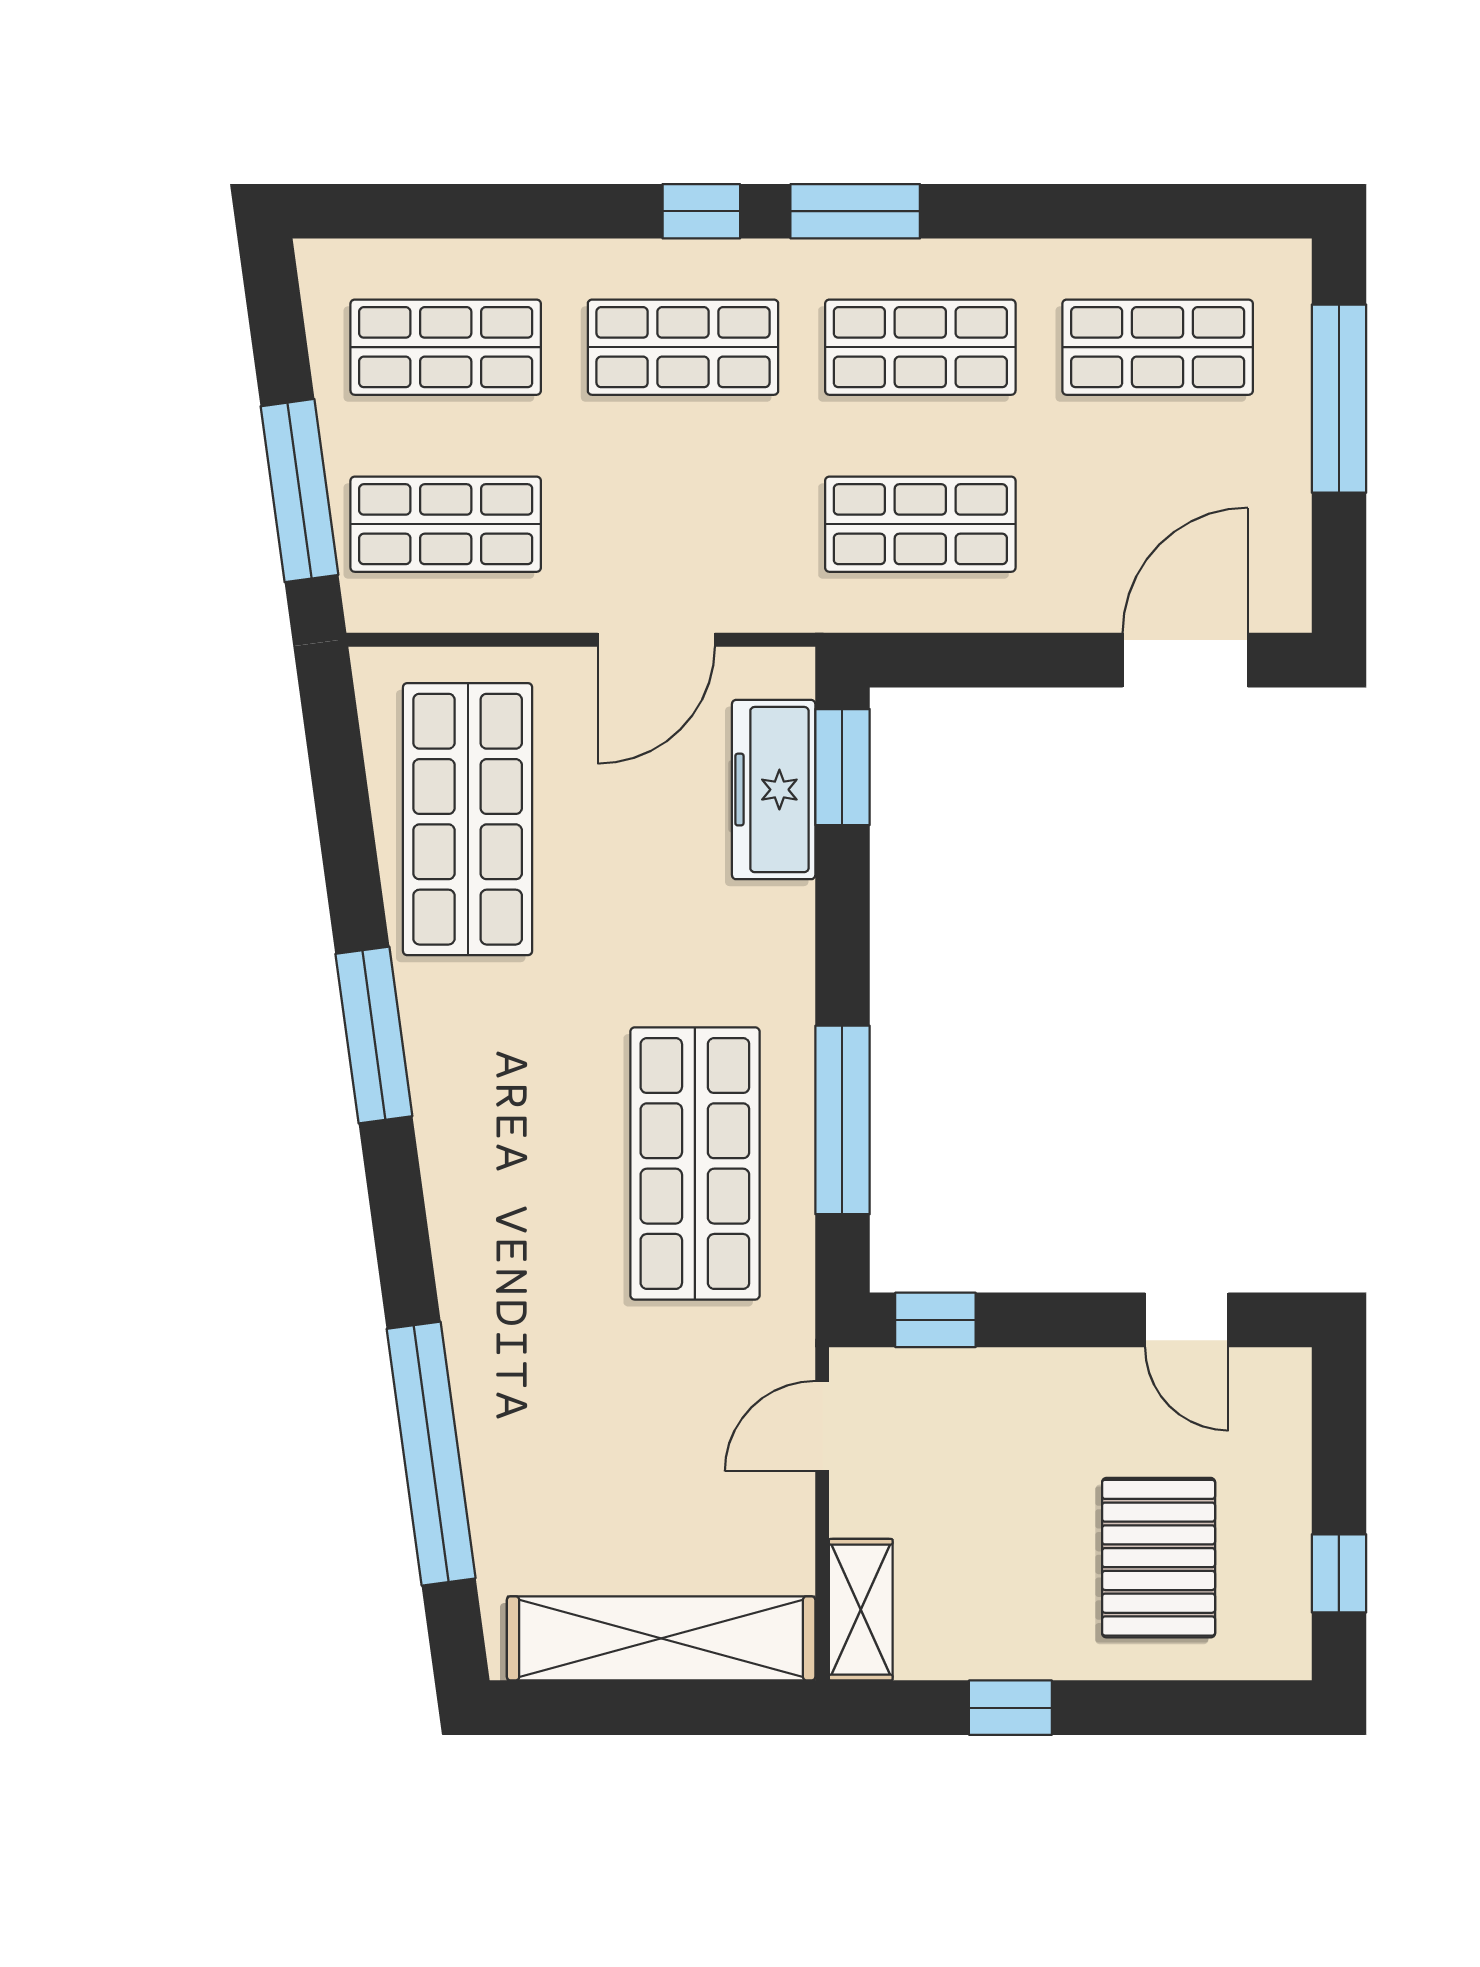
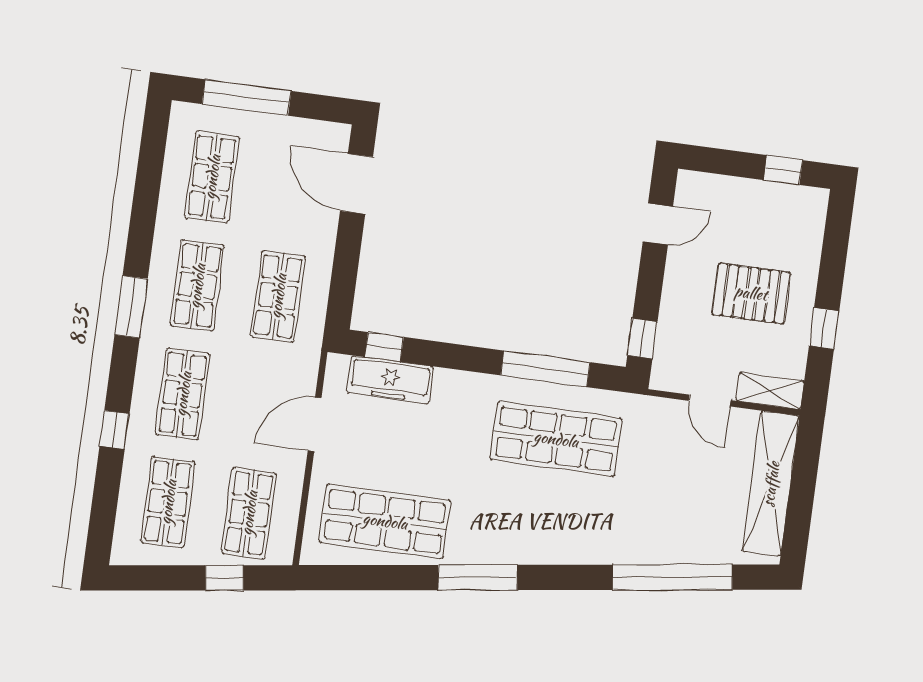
window: (701, 211) -> (115, 430), moved
window: (300, 491) -> (224, 578), width x0.46
door: (656, 640) -> (315, 424), swing flipped
window: (842, 767) -> (384, 347), width x0.67
door: (822, 1426) -> (710, 400), moved
pallet: (1159, 1558) -> (751, 293), moved

